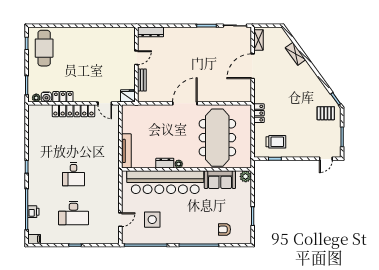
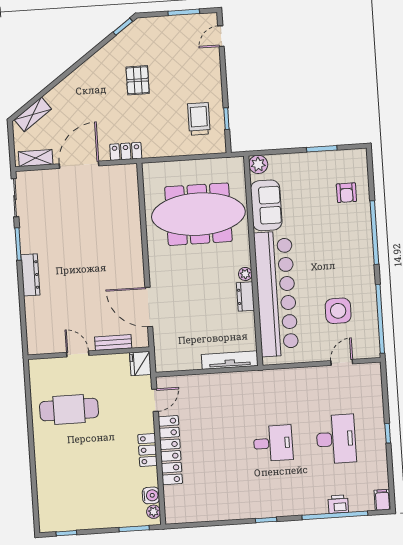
dresser: (150, 32) -> (30, 275), moved
cafe table: (44, 48) -> (69, 410), moved
shelving: (295, 54) -> (33, 114), moved
door: (253, 66) -> (79, 165), swing flipped
locker: (63, 97) -> (148, 450), moved
door: (185, 103) -> (149, 307), moved
locker: (259, 113) -> (126, 151), moved
pallet: (326, 113) -> (138, 80), moved
door: (326, 159) -> (221, 36), swing flipped
door: (120, 220) -> (342, 362), hinge flipped

